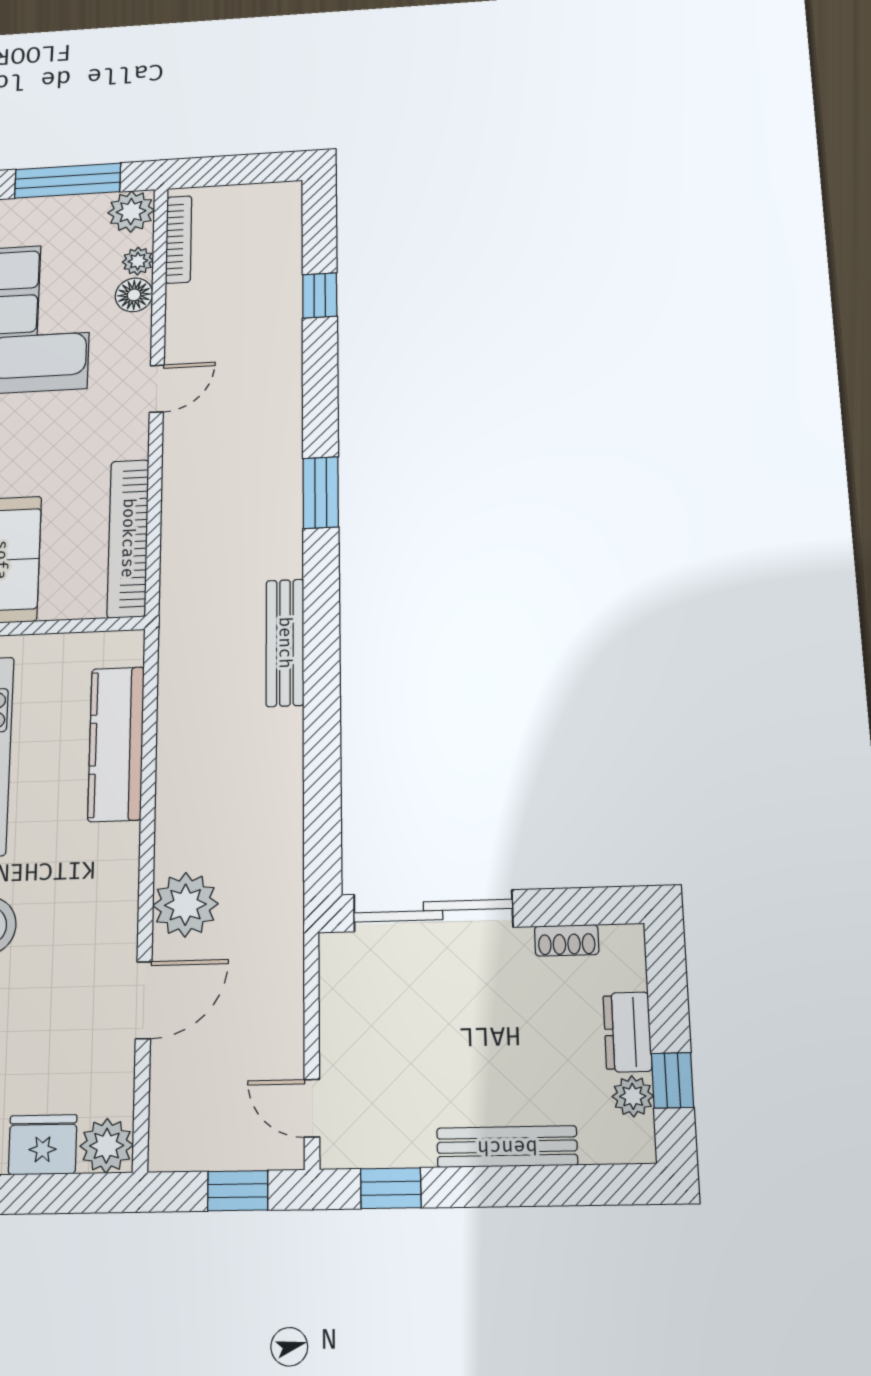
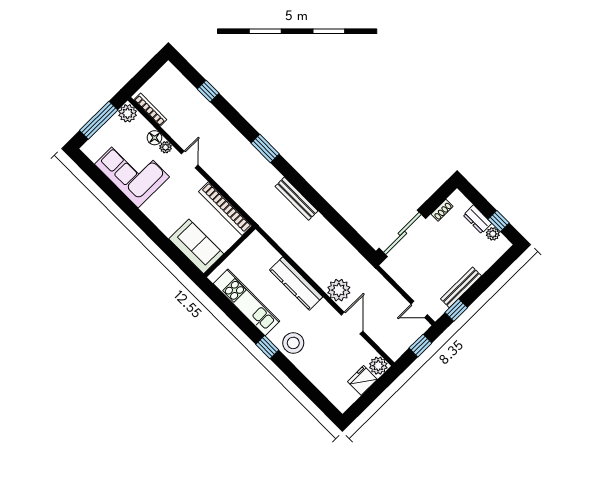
plant: (138, 261) -> (166, 147), moved
kitchen counter: (116, 744) -> (296, 283), moved
bench: (507, 1147) -> (461, 287), moved

